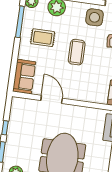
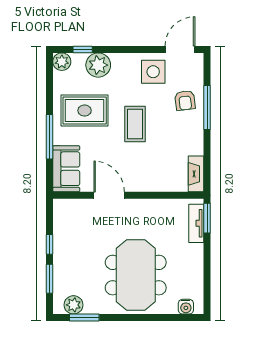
window: (20, 22) -> (50, 137), moved
rug: (43, 38) -> (85, 111), width x1.36, depth x1.43

